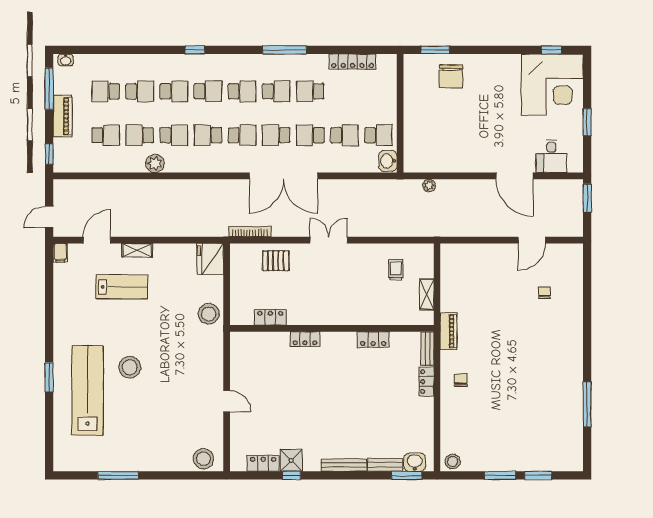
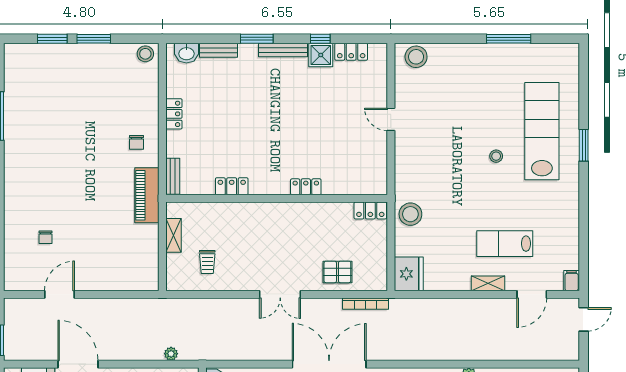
locker: (270, 317) -> (370, 210), moved
piano: (449, 331) -> (147, 195), width x1.37, depth x1.33
stool: (130, 367) -> (496, 156), width x0.53, depth x0.53
locker: (426, 382) -> (174, 114), moved
lab bench: (88, 390) -> (542, 131), turned 180
bench: (344, 465) -> (283, 50), moved
window: (407, 475) -> (257, 39), moved

